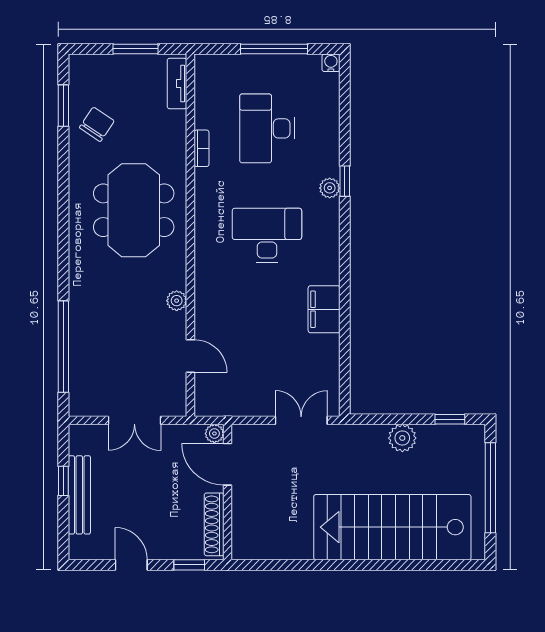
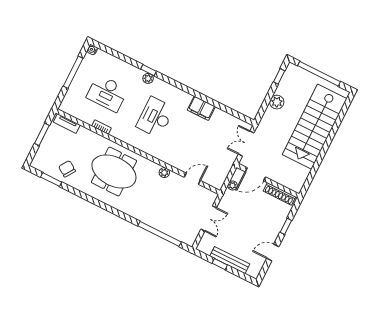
door: (227, 464) -> (255, 174), moved
wall: (227, 492) -> (268, 181), moved
shoe rack: (214, 524) -> (279, 194), moved

